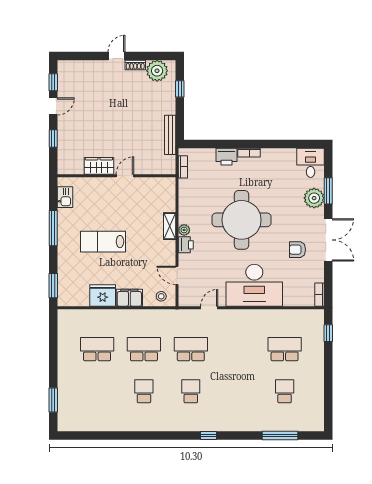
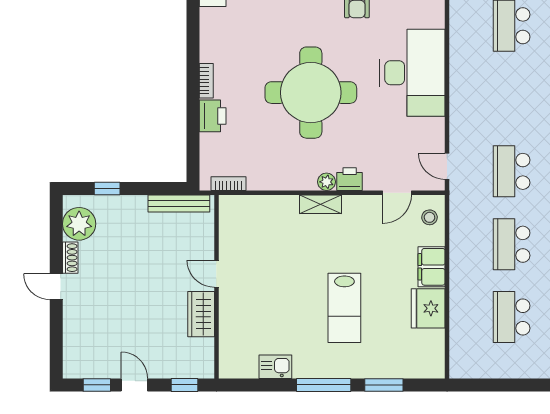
wardrobe: (99, 166) -> (201, 314), moved
wall: (117, 176) -> (216, 287), moved
door: (125, 176) -> (216, 274), moved
window: (53, 286) -> (384, 385), moved
door: (209, 308) -> (447, 166), moved

